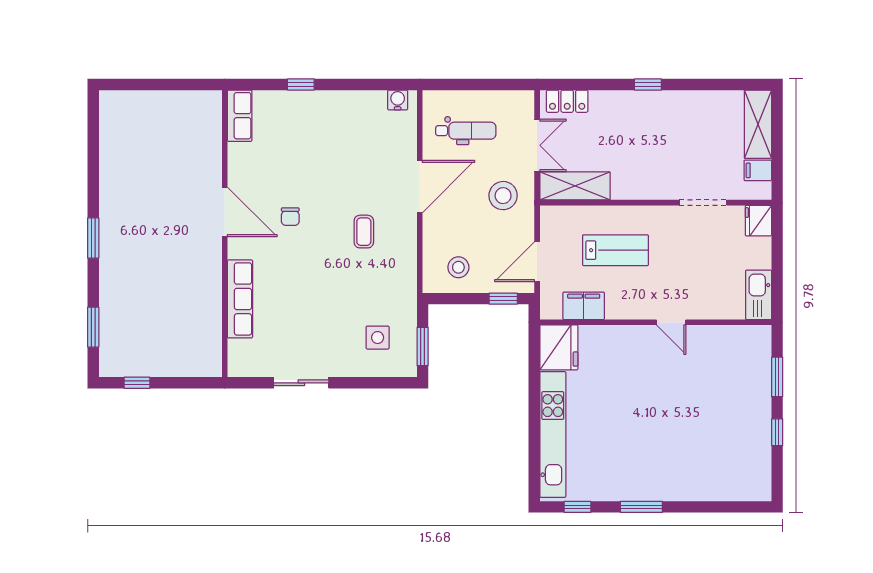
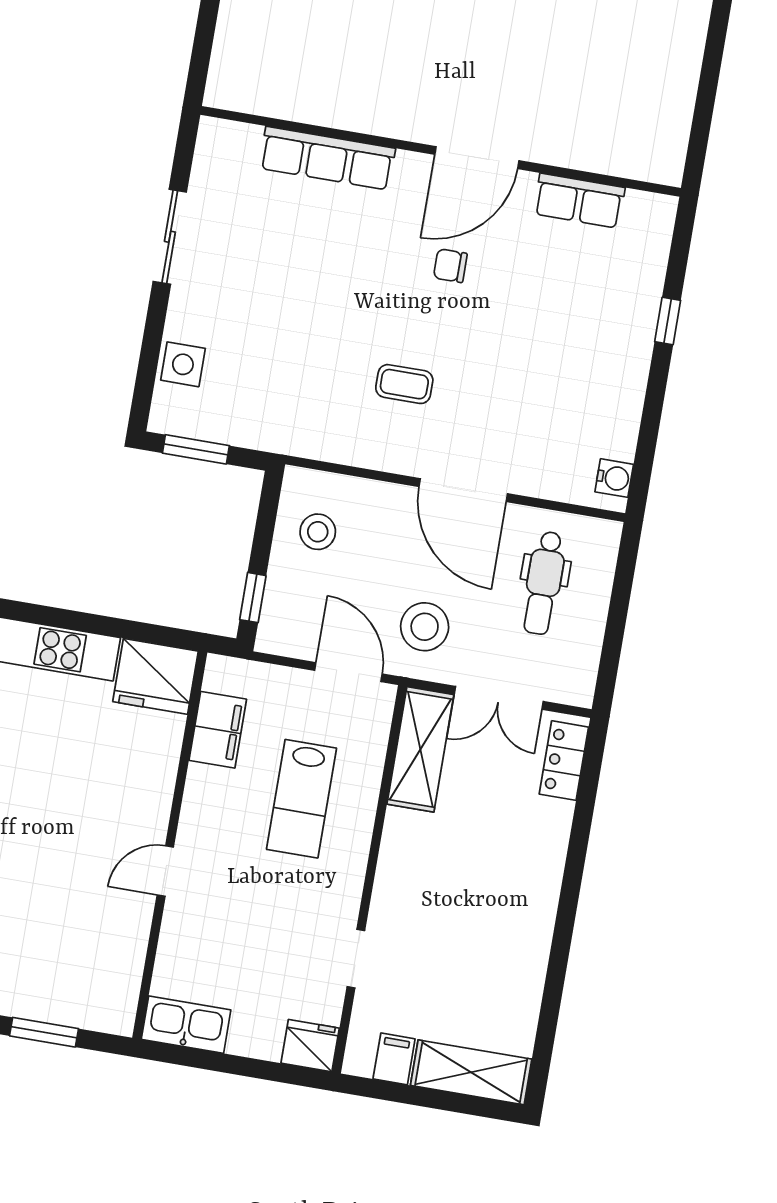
window: (648, 85) -> (569, 900), removed
row of seats: (240, 116) -> (579, 201), moved
doorway: (703, 203) -> (356, 959), width x0.73
door: (537, 262) -> (348, 672), moved
side table: (378, 338) -> (183, 364), moved

